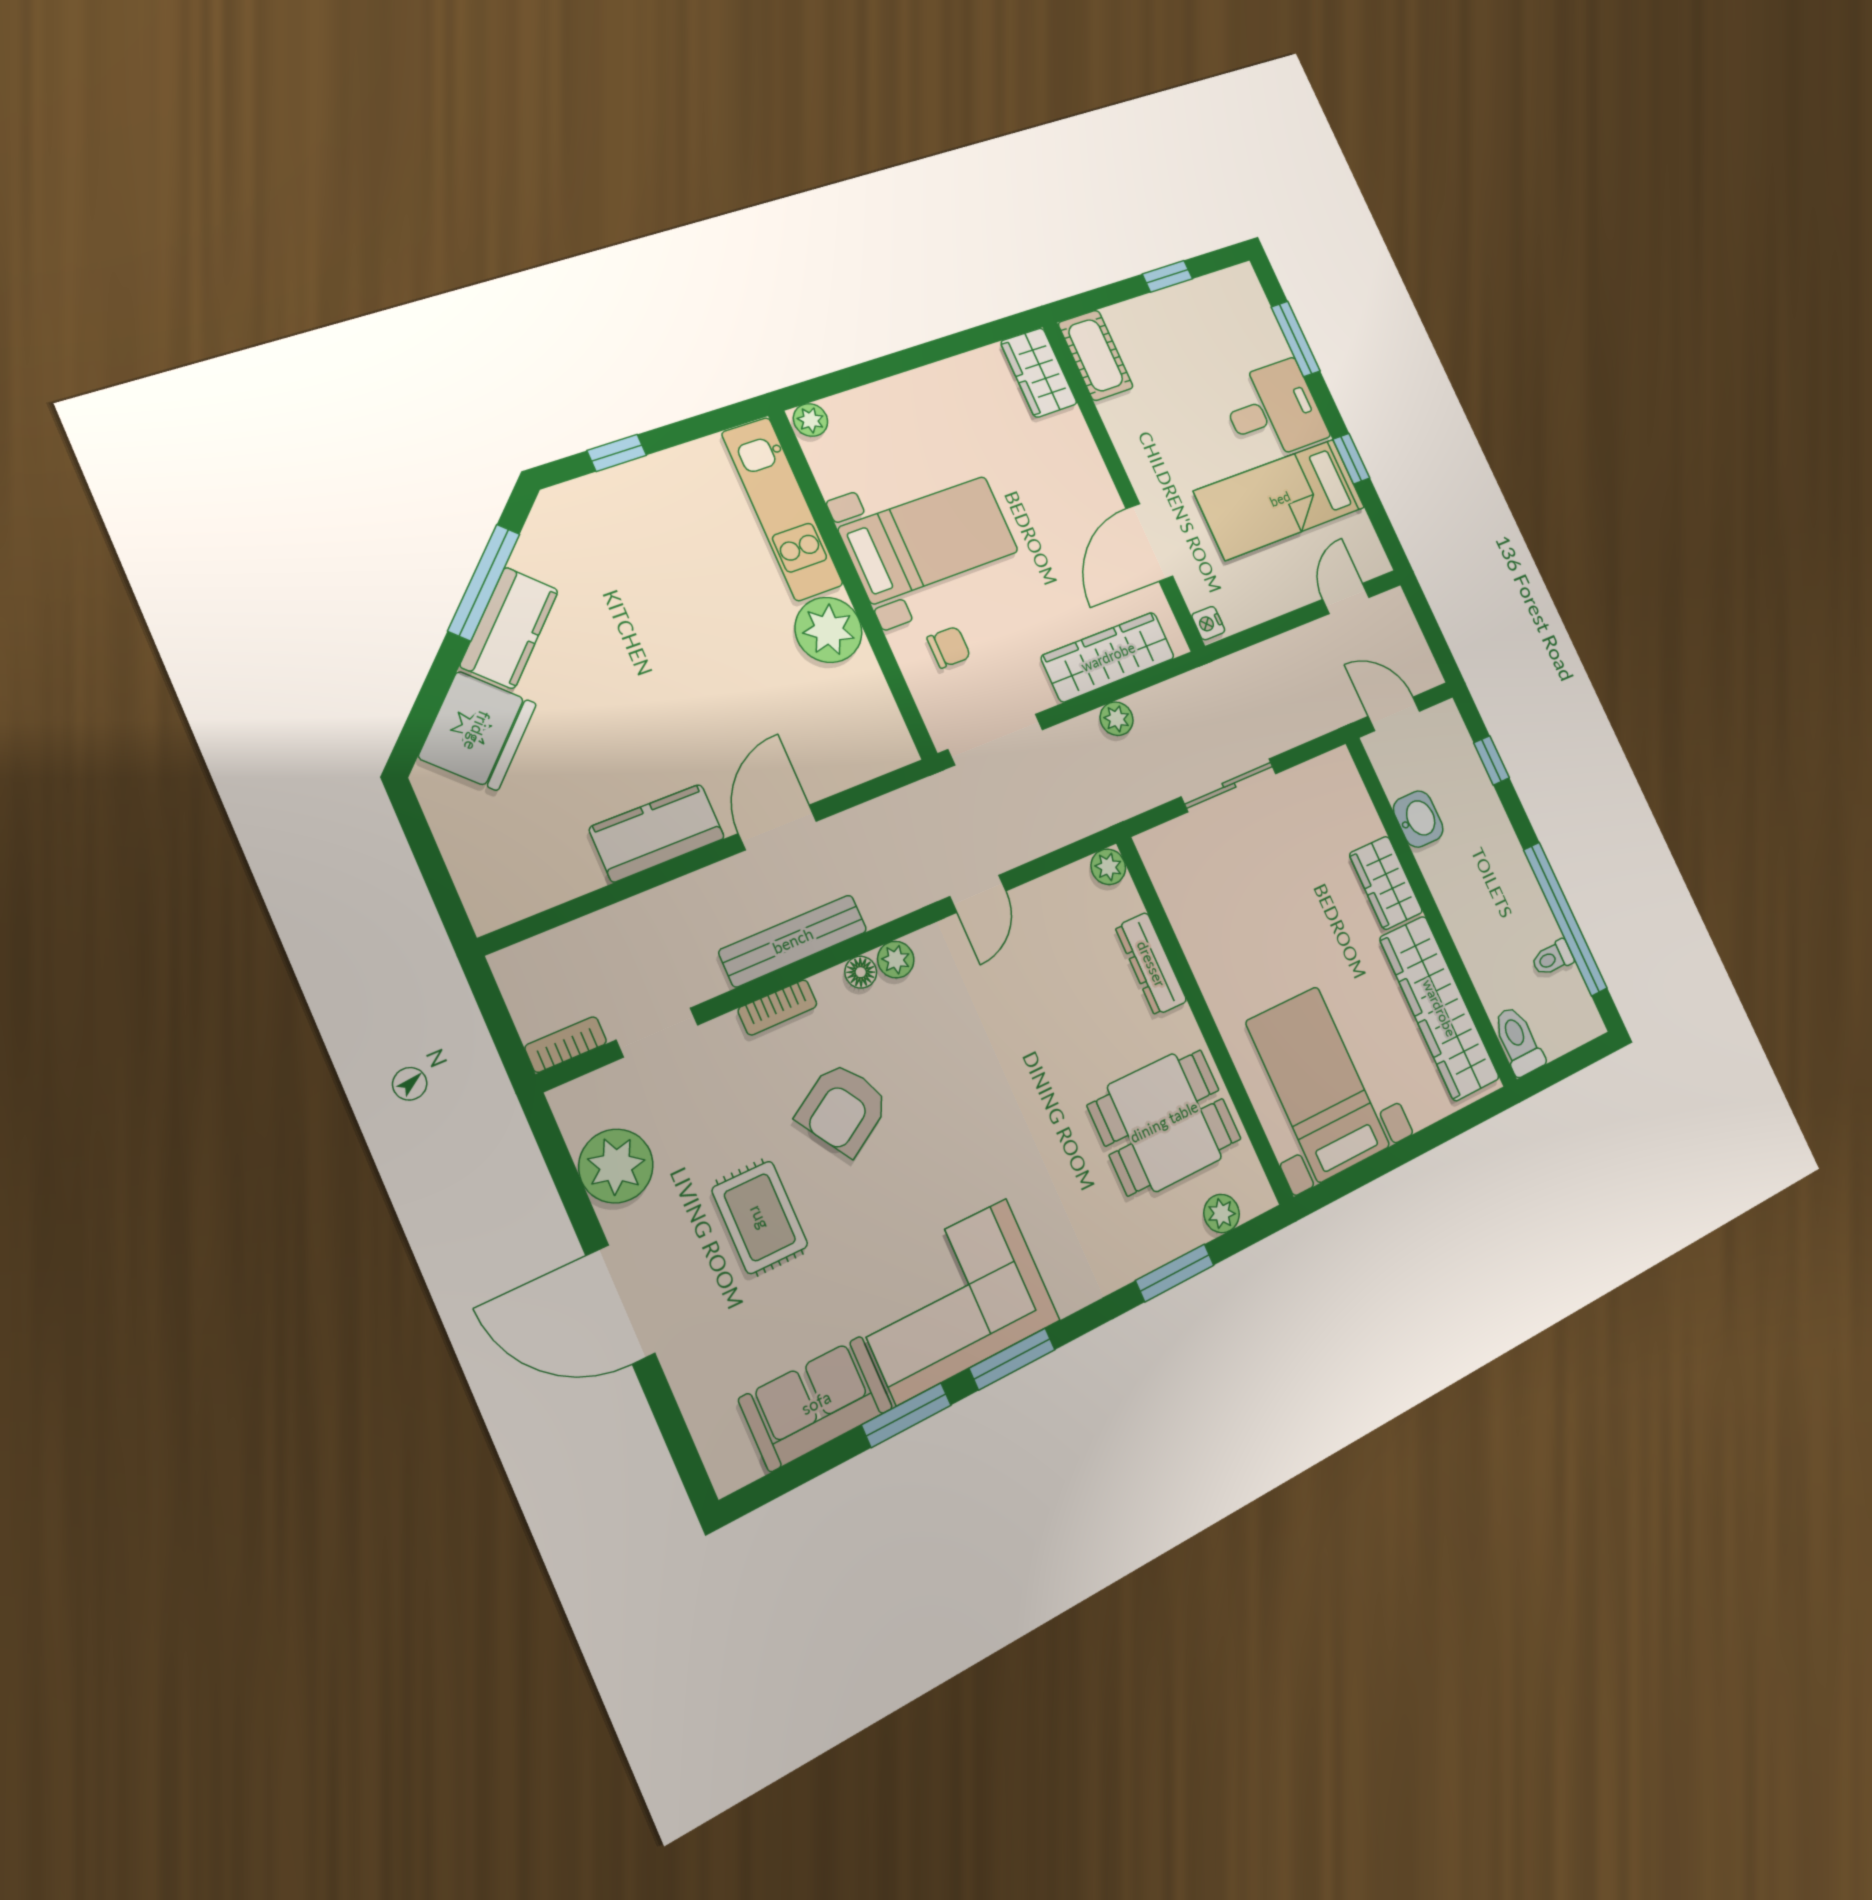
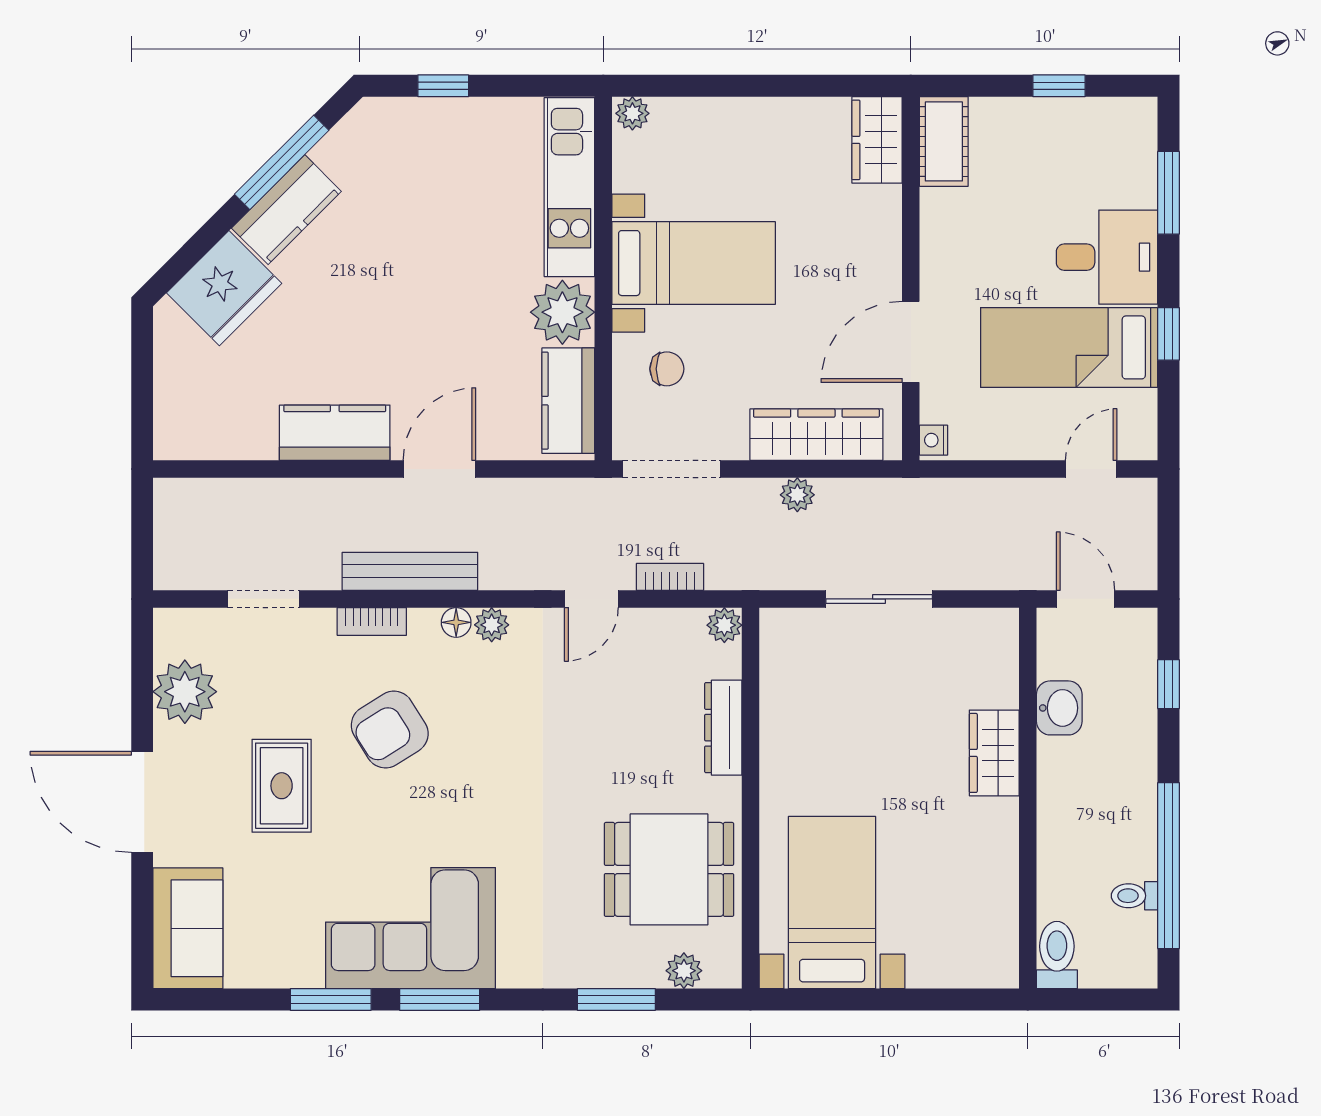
kitchen counter: (872, 712) -> (568, 401), added
wardrobe: (1439, 1008) -> (990, 890), removed
bookcase: (566, 1045) -> (670, 577), moved
sofa: (816, 1403) -> (188, 928), moved, turned 90

